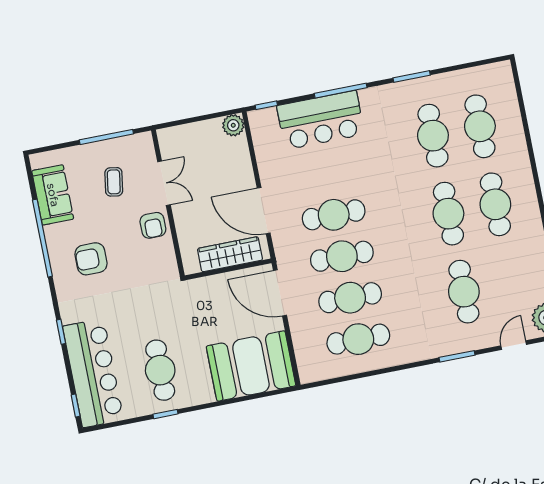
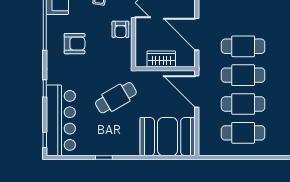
wardrobe: (230, 254) -> (161, 59), width x0.67
armchair: (91, 259) -> (75, 44), turned 180
cafe table: (160, 370) -> (116, 98), moved, turned 60

